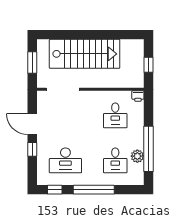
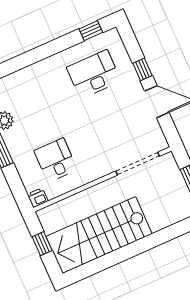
stairs: (85, 54) -> (99, 235), moved
desk: (115, 160) -> (30, 103), removed
window: (94, 190) -> (41, 53), removed

